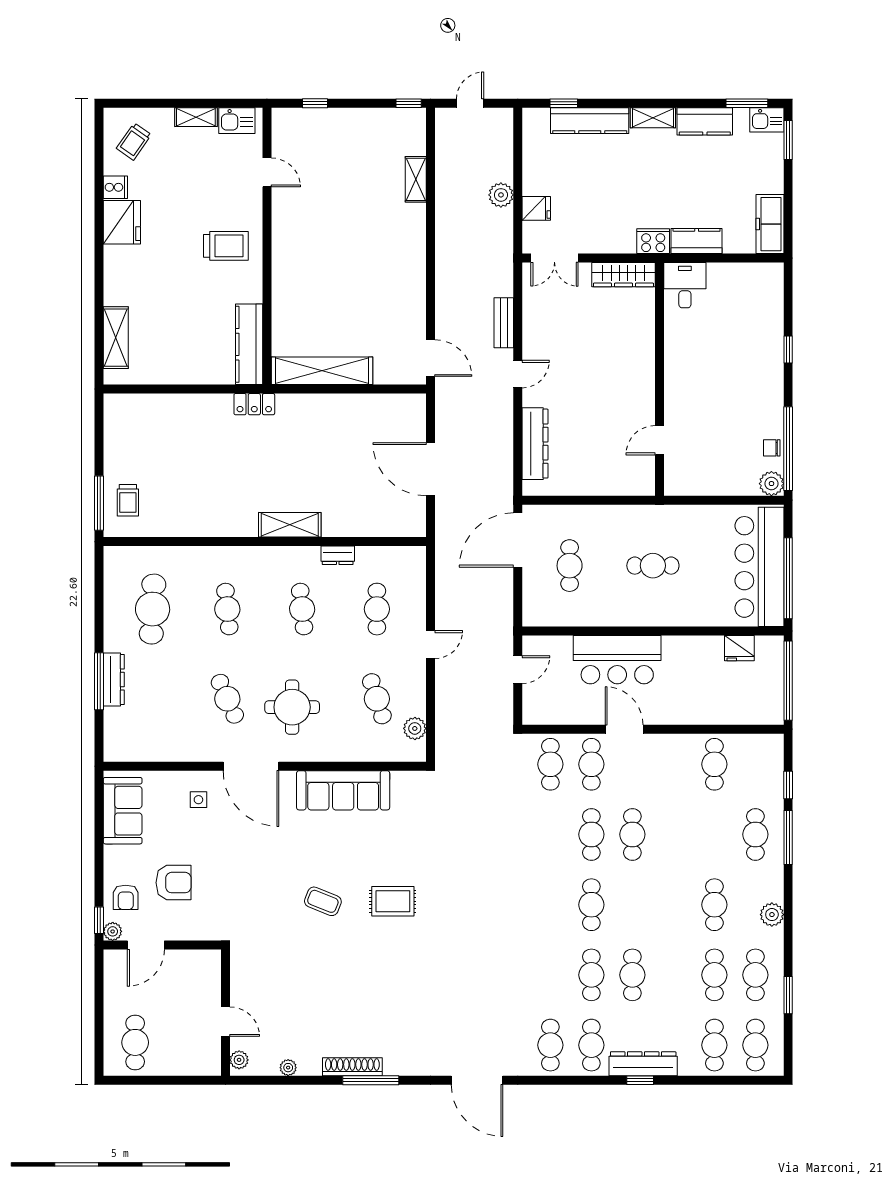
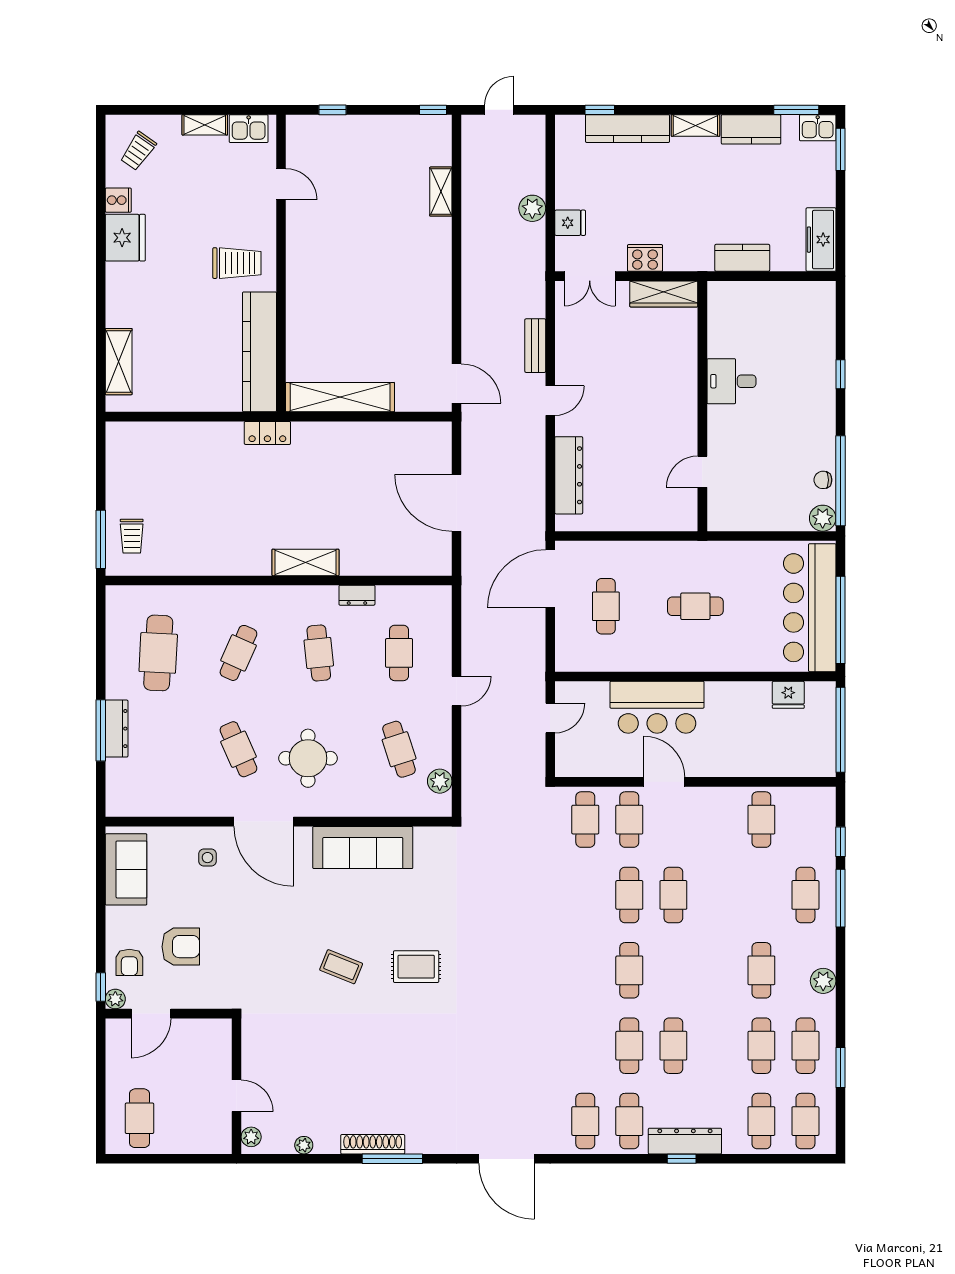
cooker: (653, 241) -> (645, 258), moved
desk: (685, 285) -> (731, 381), moved, turned -90
kitchen counter: (249, 344) -> (259, 352), width x1.39, depth x1.17
cafe table: (227, 609) -> (238, 653), turned 30

